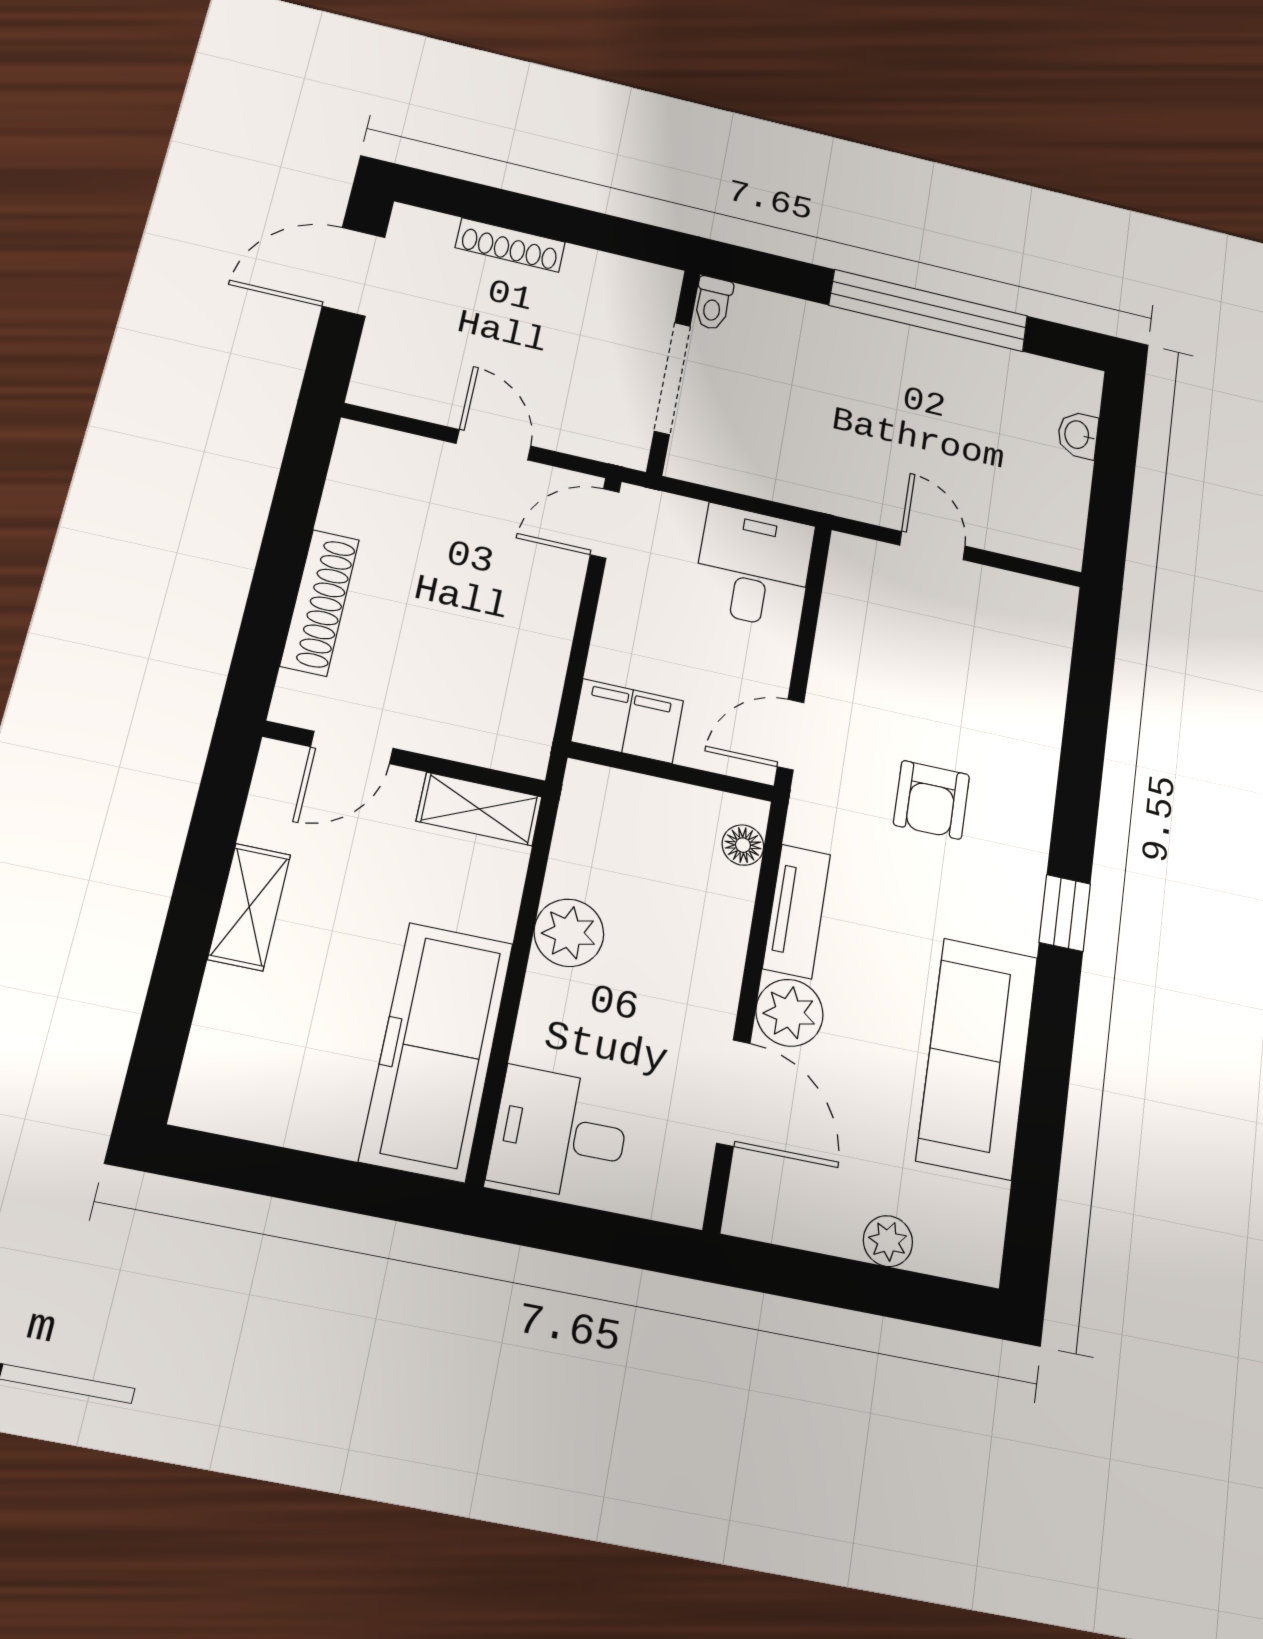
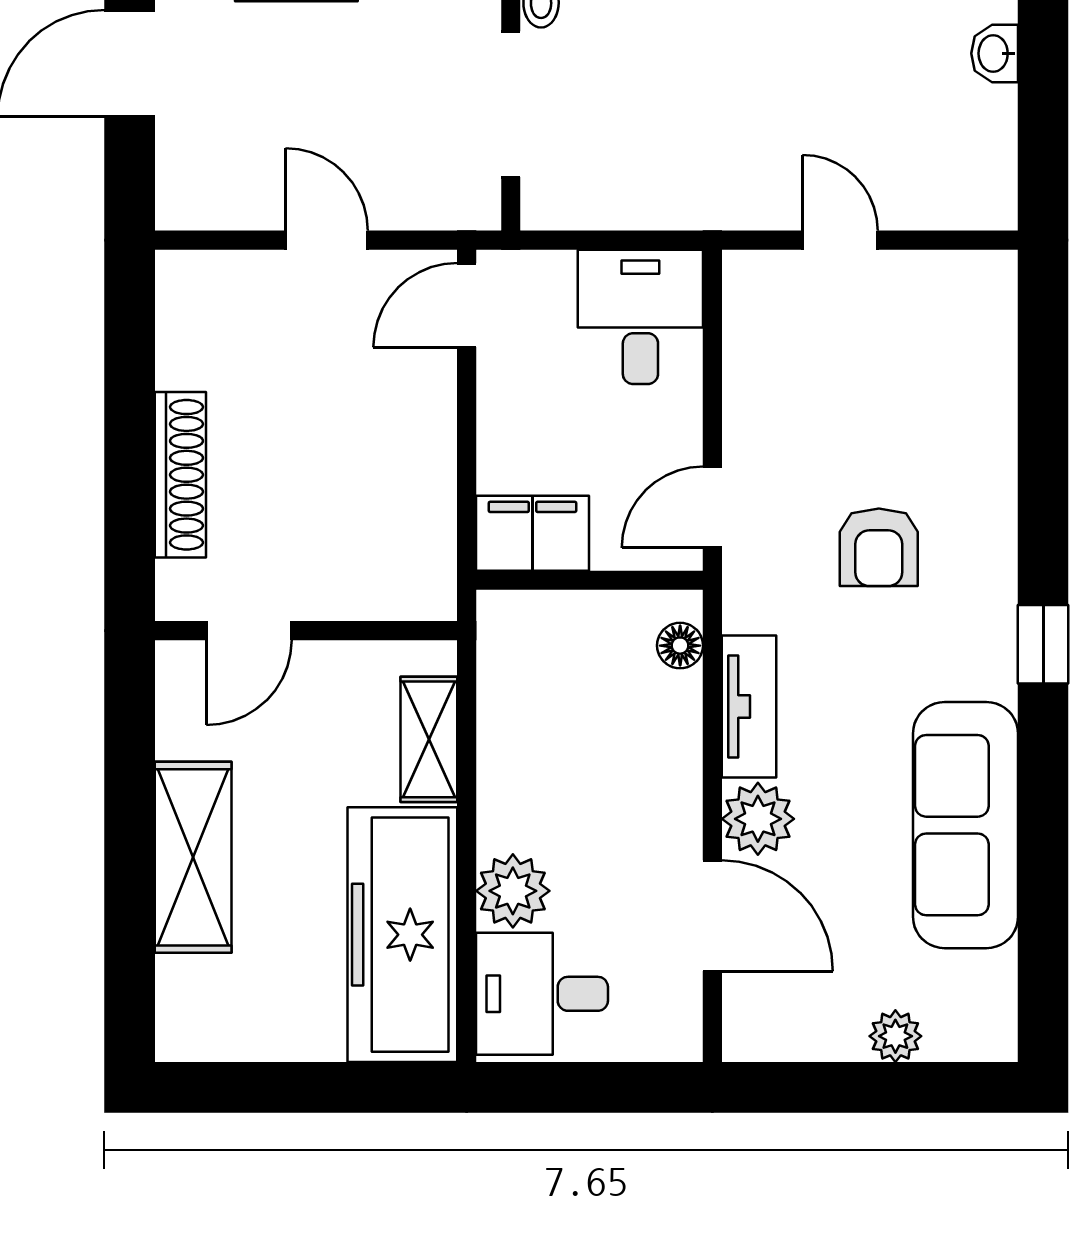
shelving: (479, 809) -> (429, 739), moved, turned 90
shelving: (249, 907) -> (193, 857), width x1.50, depth x1.33
plant: (569, 933) -> (513, 891), moved

